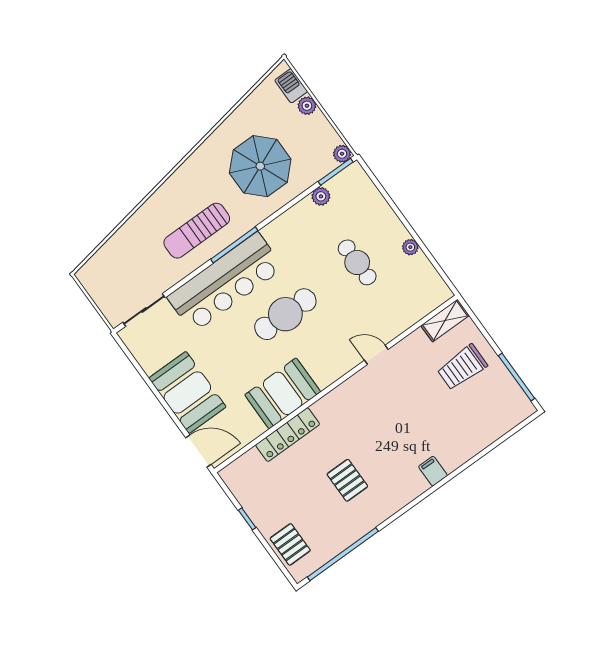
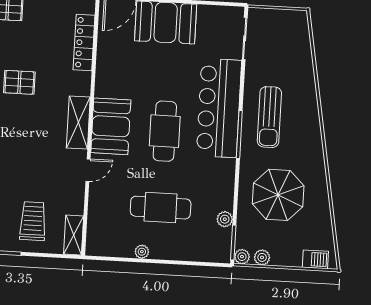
plant: (307, 106) -> (262, 257), moved
sun lounger: (197, 231) -> (269, 117), turned 180
cafe table: (357, 262) -> (161, 208), width x1.37, depth x1.35
booth: (283, 393) -> (111, 126), moved
shelving: (341, 398) -> (78, 123), added
locker: (288, 435) -> (84, 42), moved

